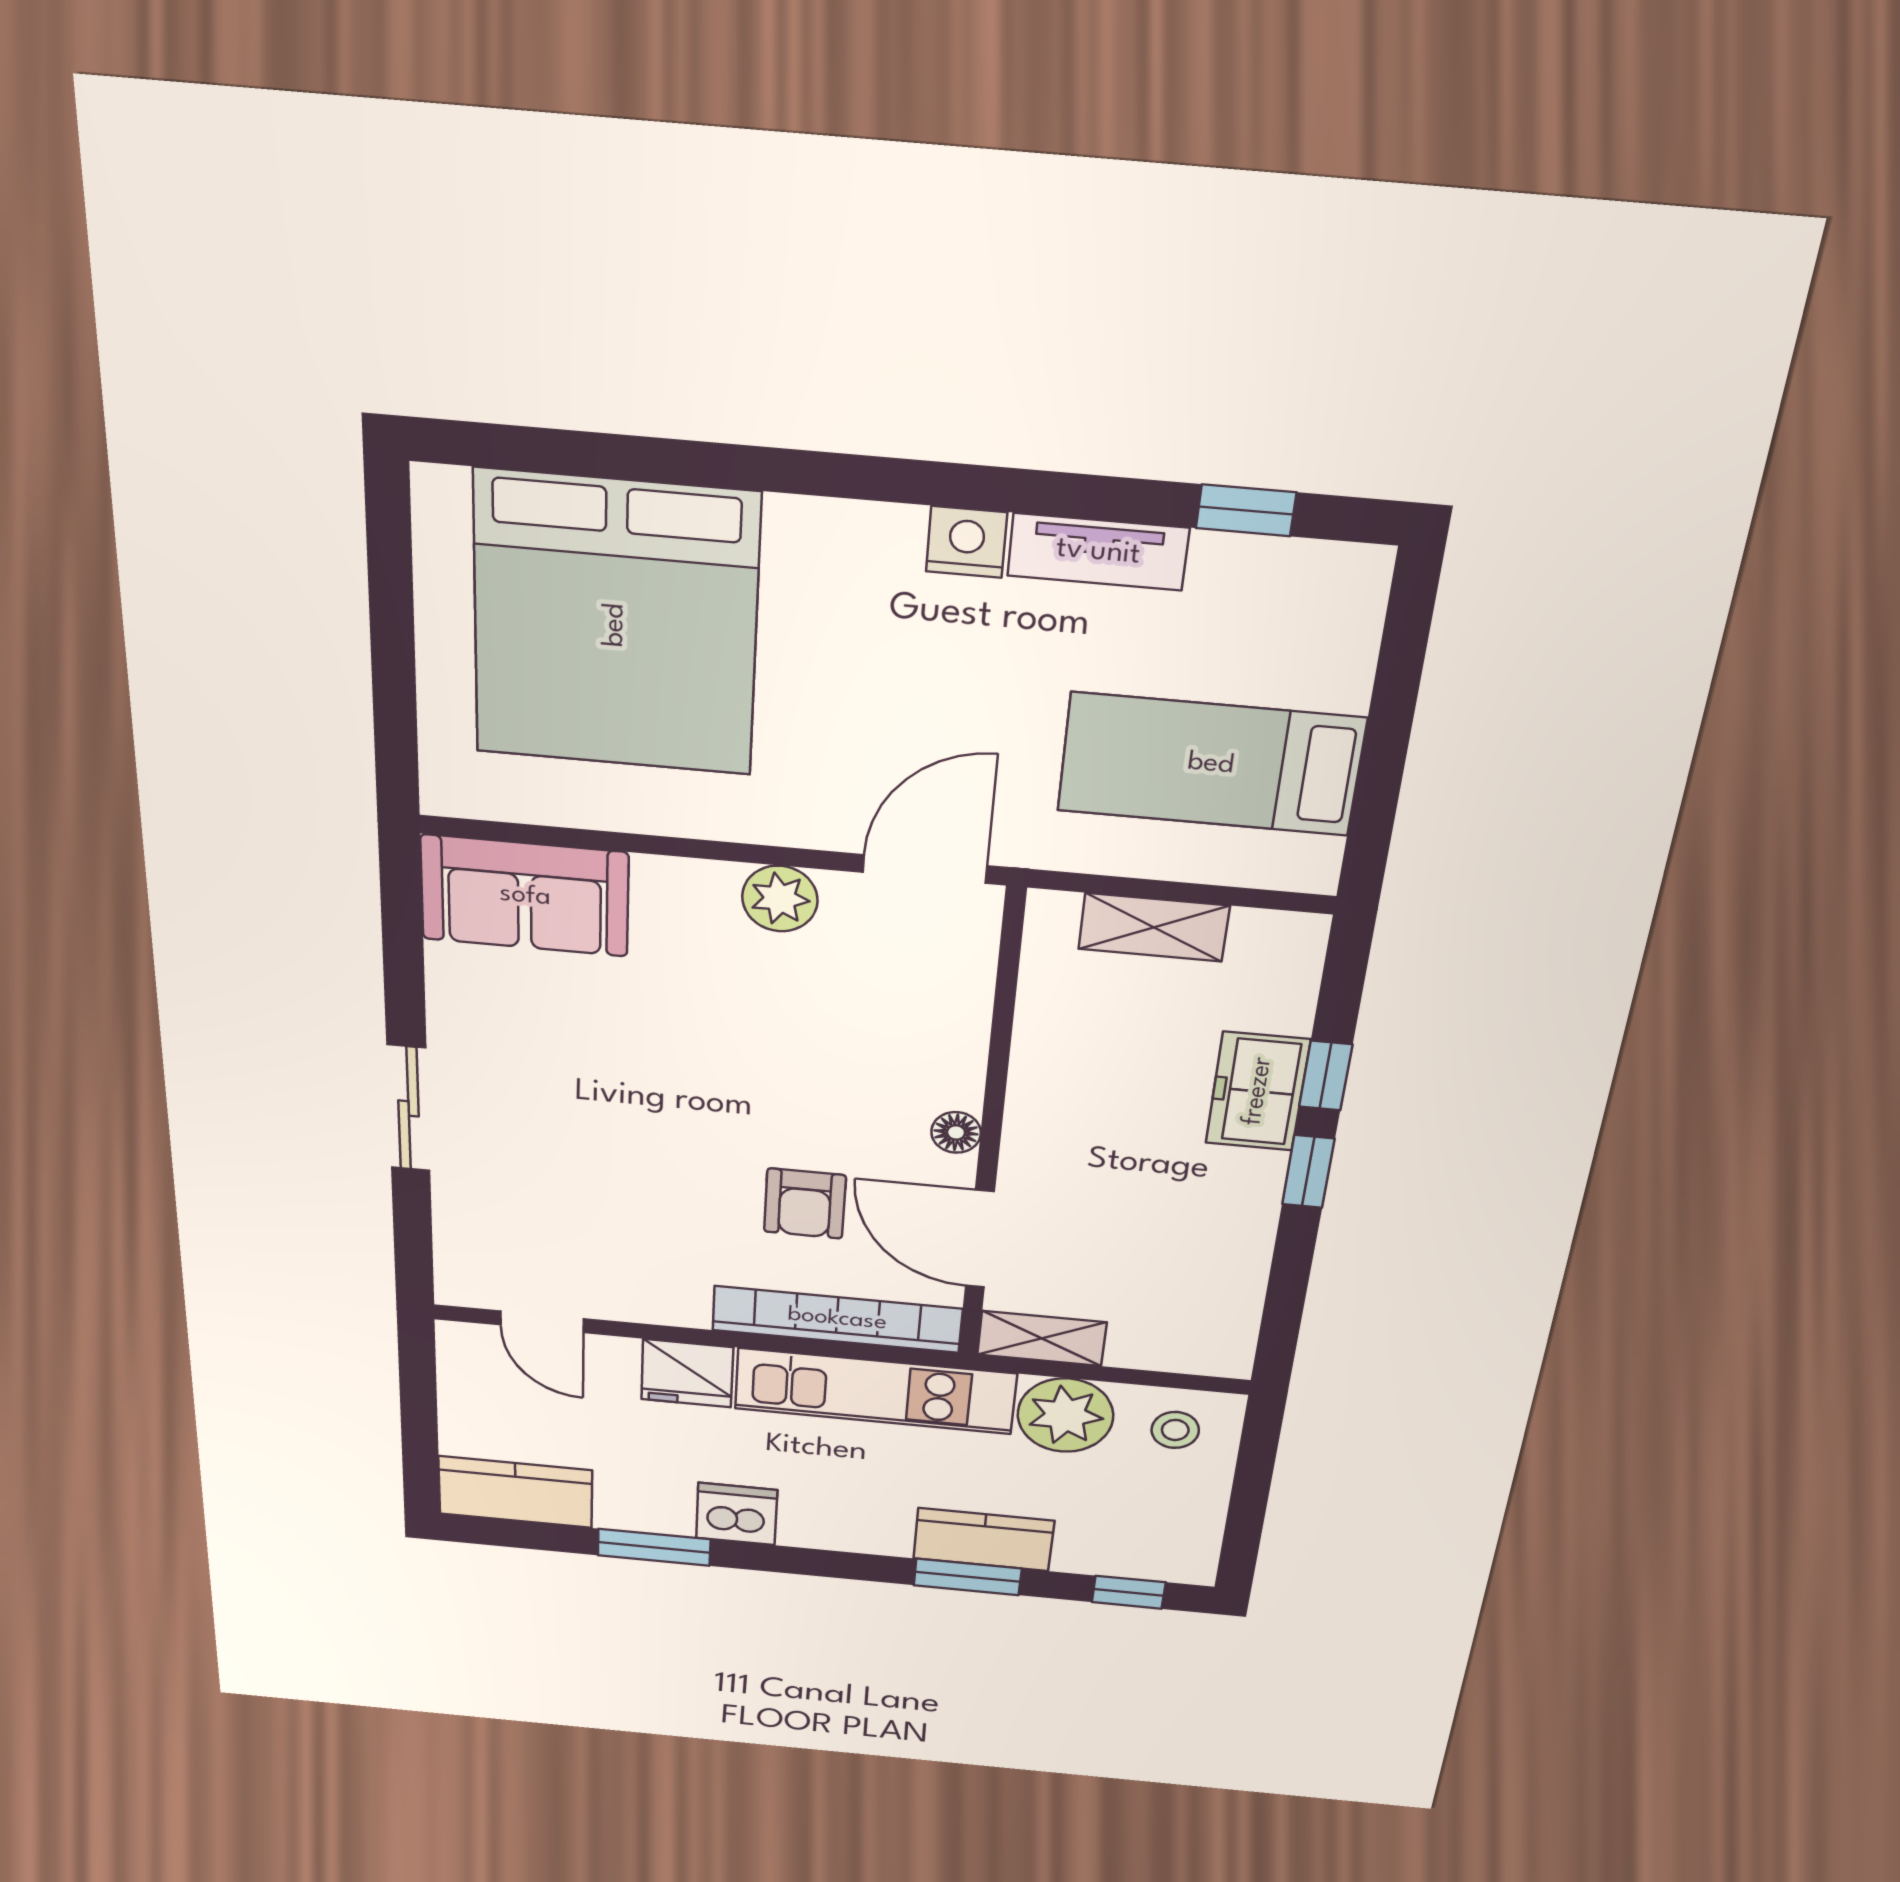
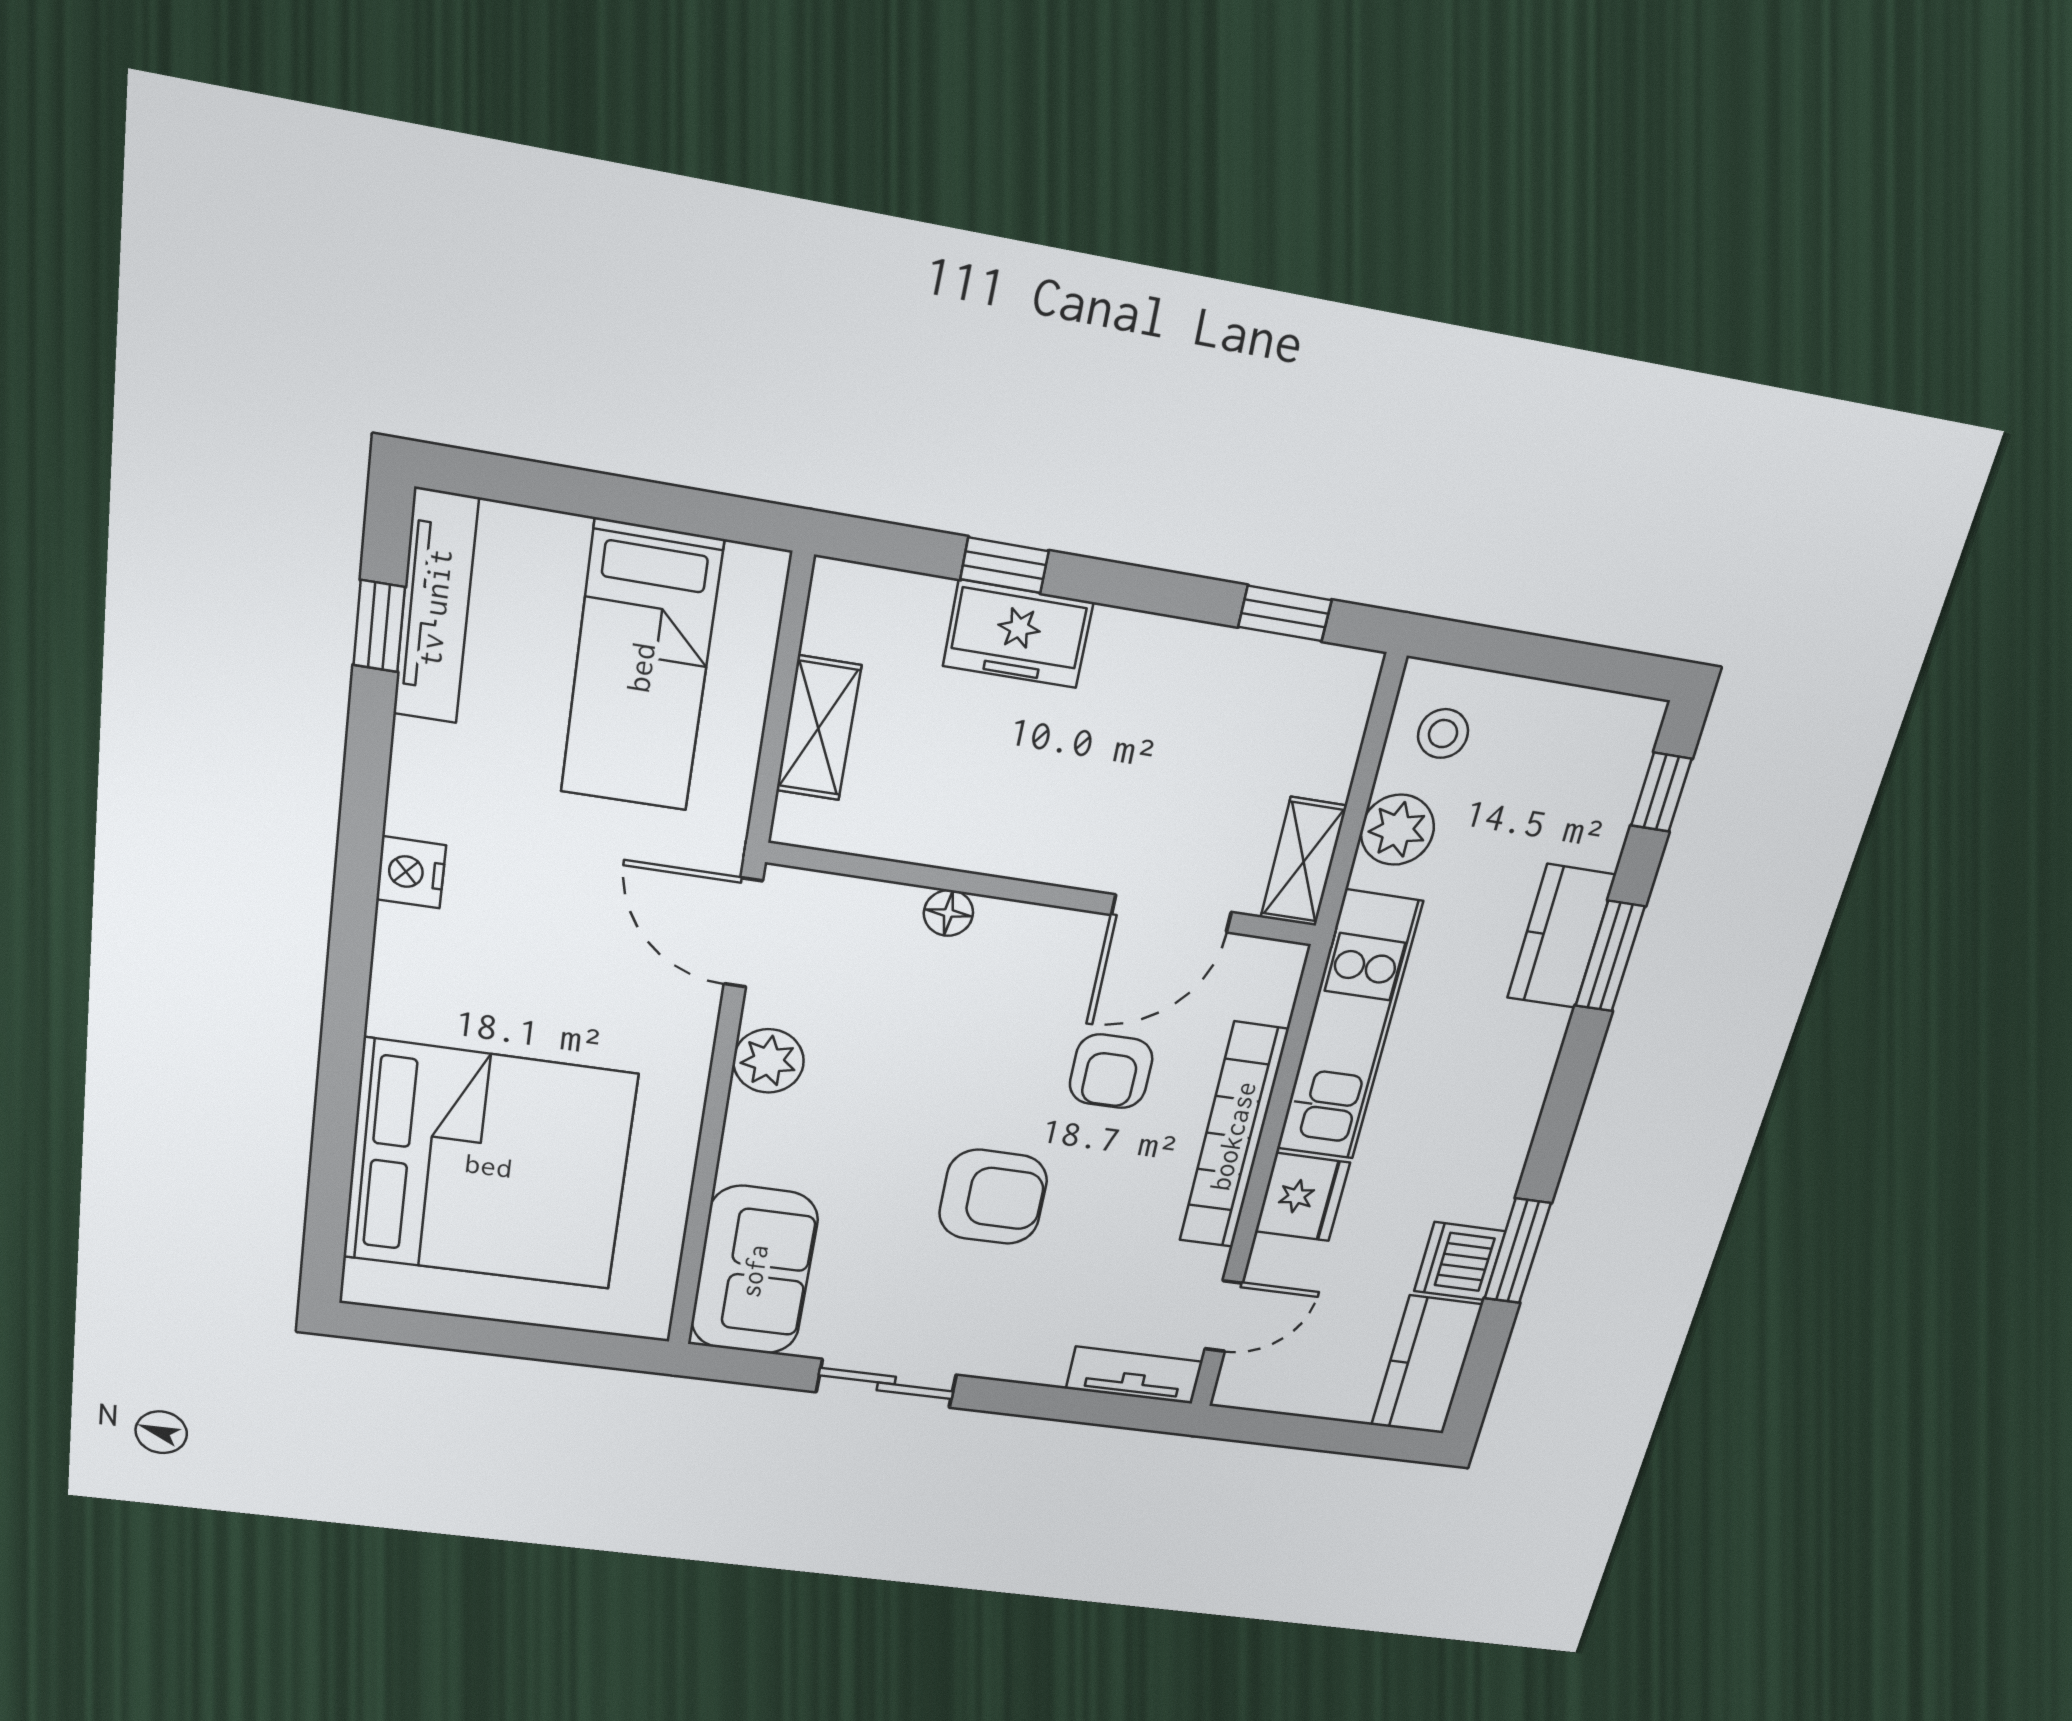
tv unit: (1098, 552) -> (435, 607), moved, width x1.41
sliding door: (409, 1108) -> (886, 1383), moved
armchair: (648, 1112) -> (993, 1197), added
floor lamp: (956, 1132) -> (948, 913), moved
window: (1308, 1172) -> (1285, 613), moved
armchair: (805, 1204) -> (1111, 1071), turned 90
tv unit: (459, 1252) -> (1134, 1375), added
bookcase: (837, 1319) -> (1233, 1136), moved
plant: (1065, 1415) -> (1397, 830), width x0.73, depth x0.73
dishwasher: (737, 1514) -> (1460, 1261), moved

